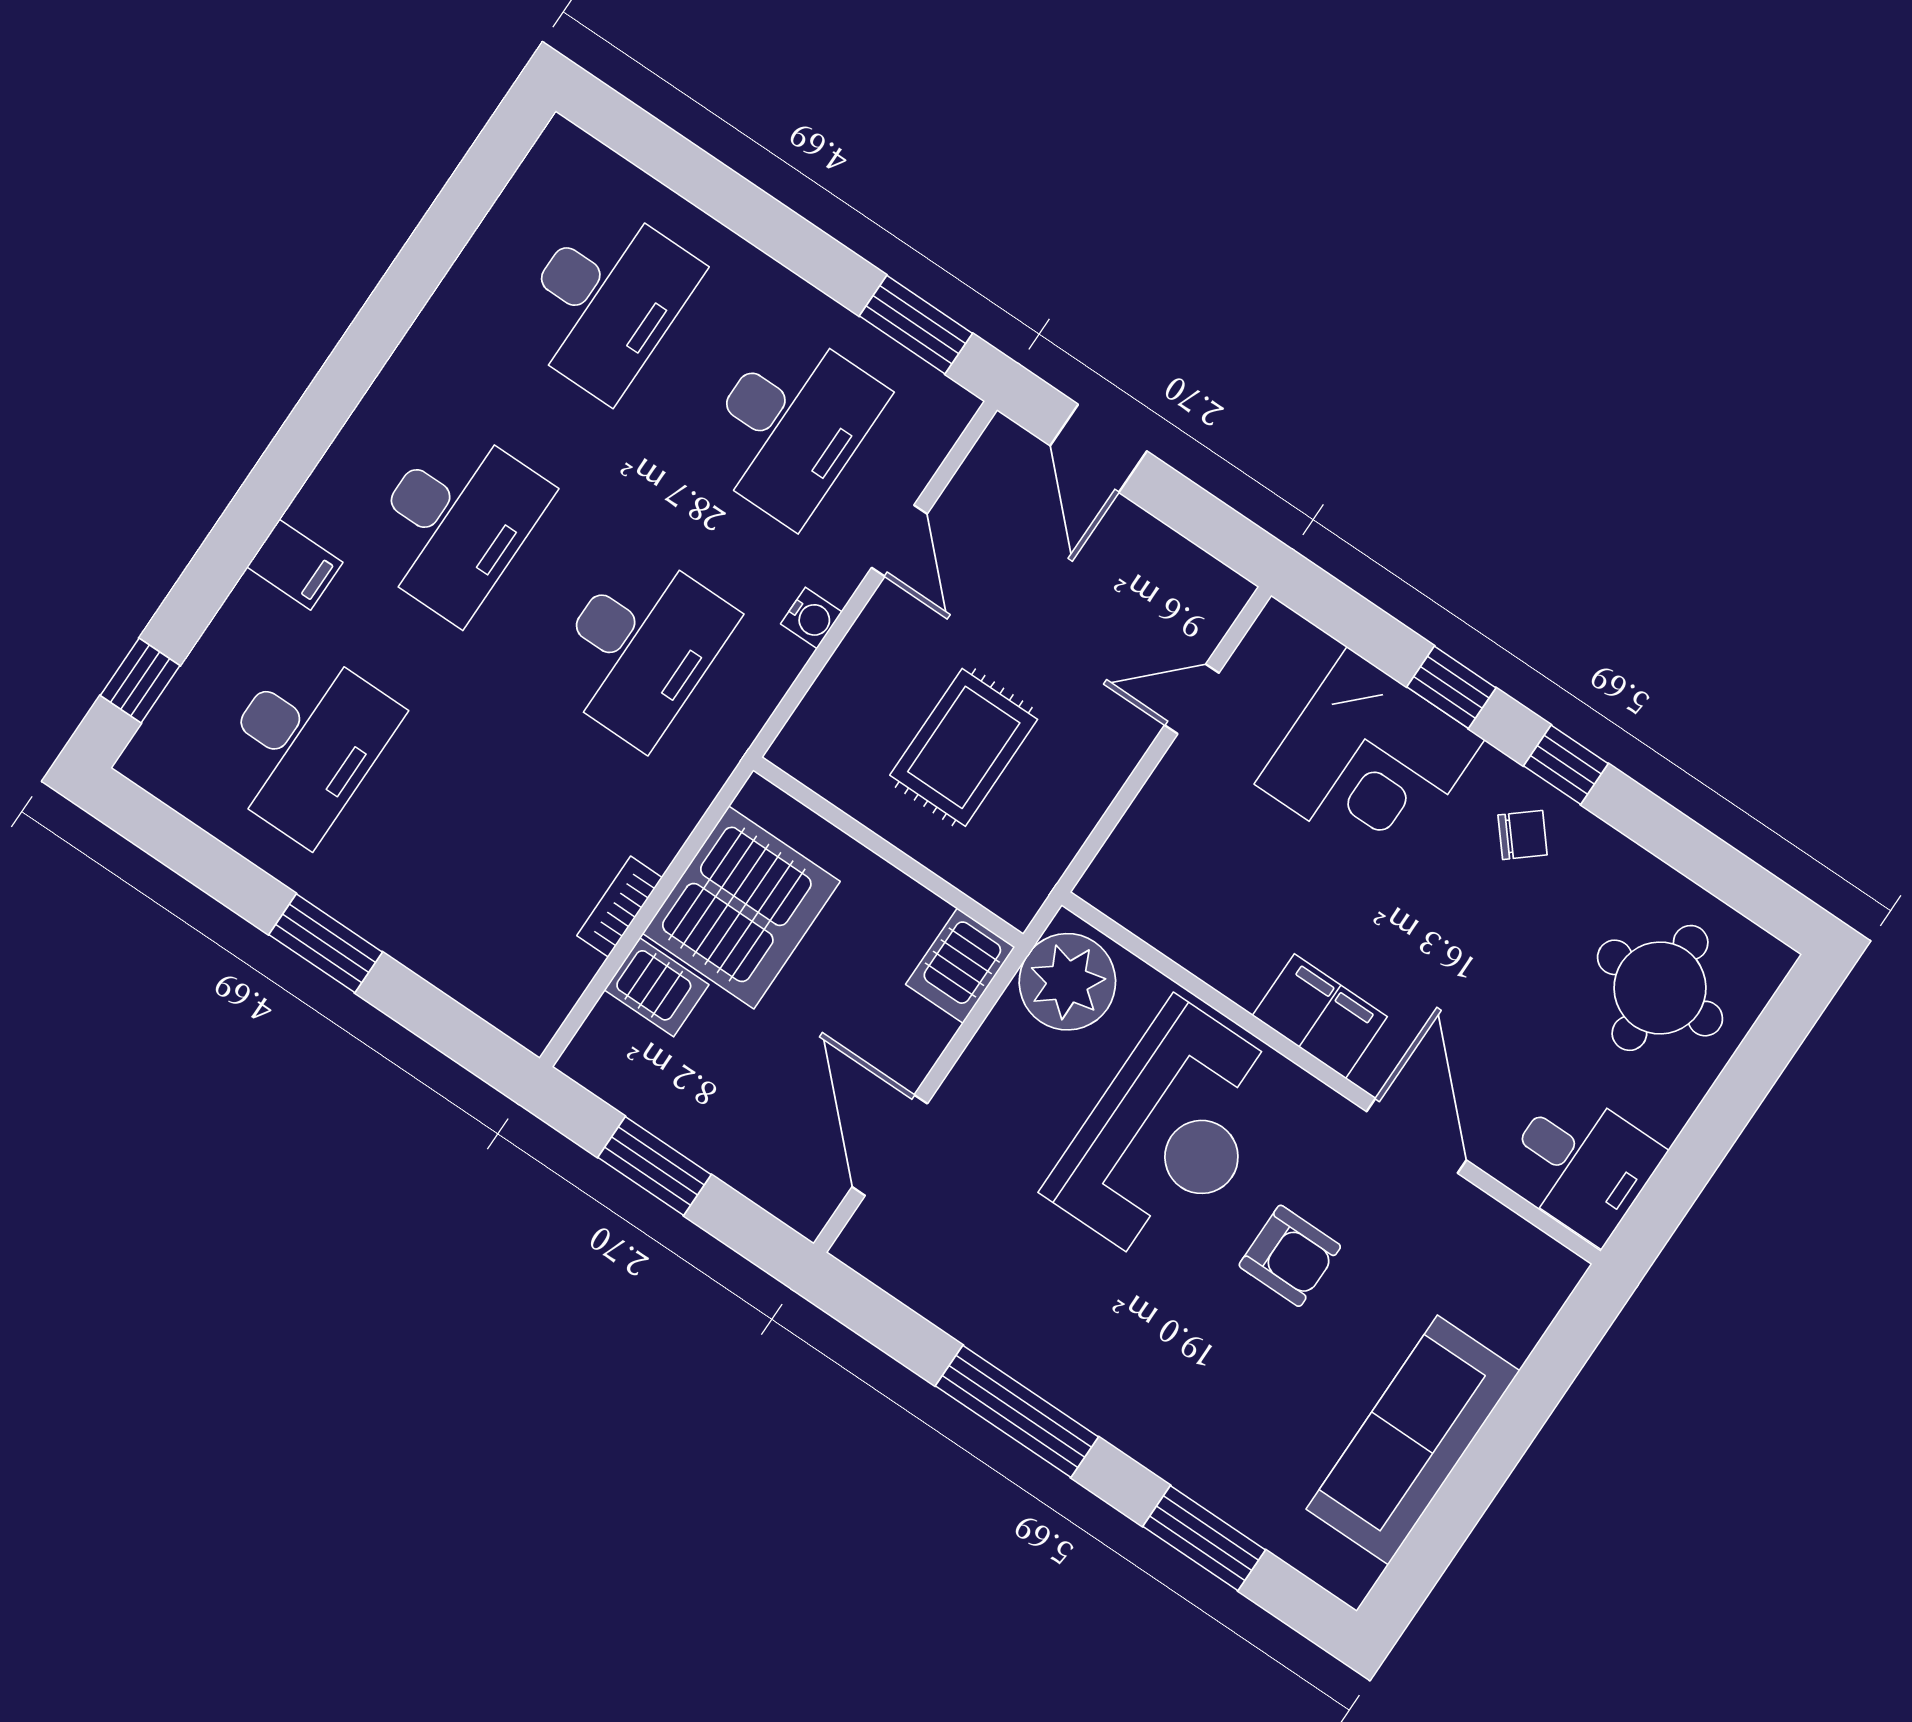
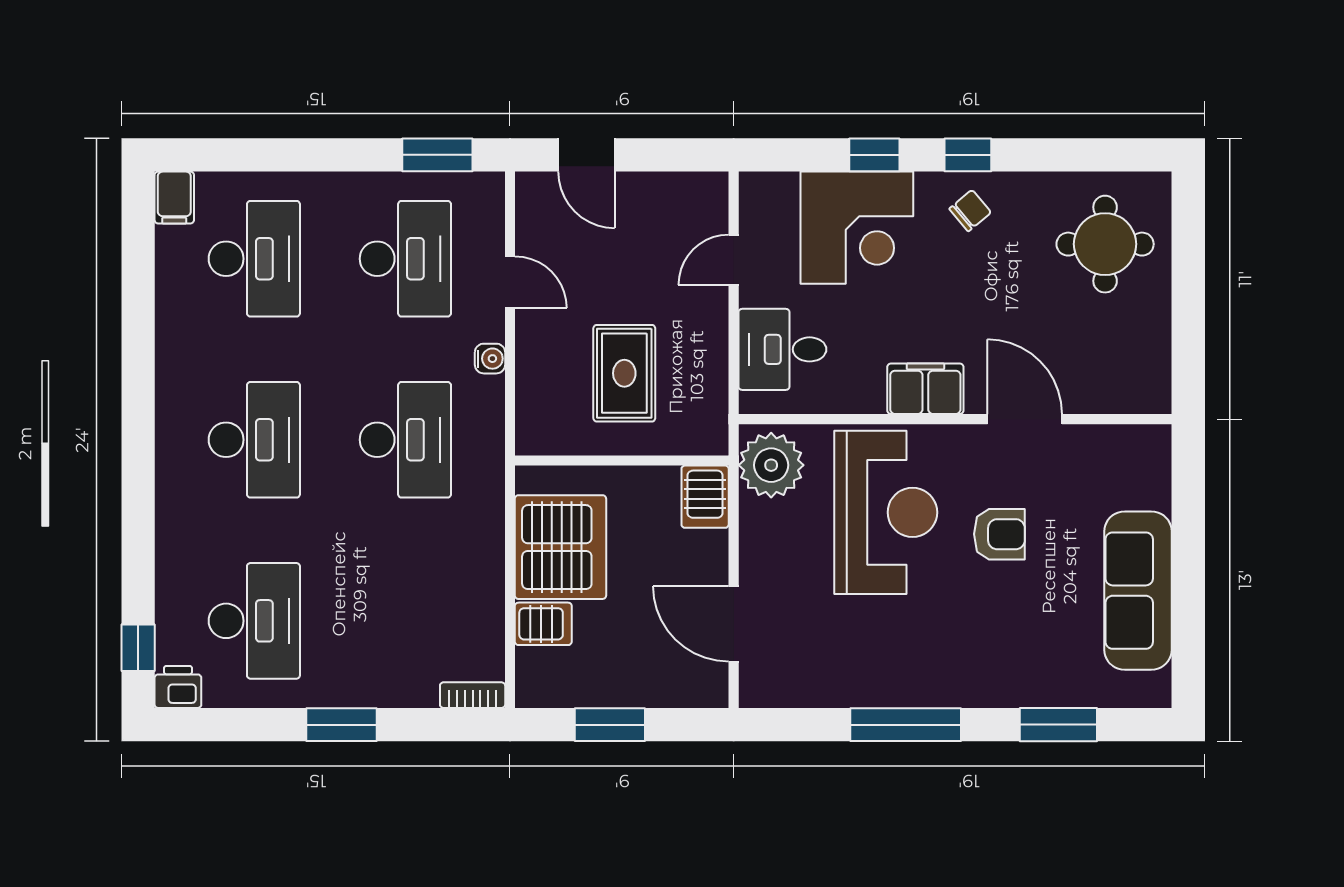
filing cabinet: (295, 565) -> (174, 198), moved, turned 90
printer: (156, 761) -> (178, 687), added
bookcase: (620, 907) -> (473, 695), moved, turned 90
desk: (1582, 1164) -> (782, 349), moved, turned 180

